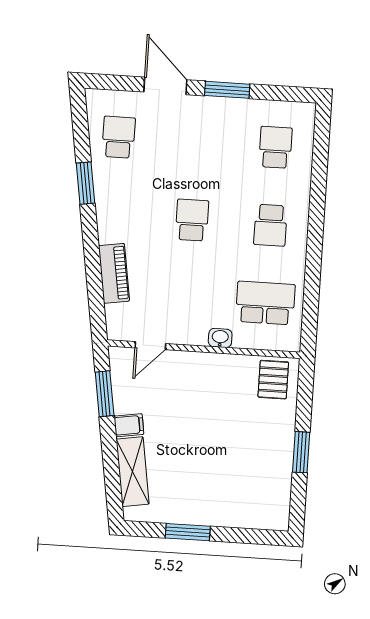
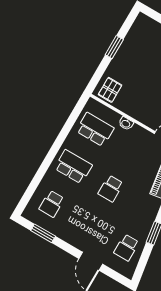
window: (227, 90) -> (43, 233), moved
school desk: (270, 225) -> (73, 167), width x1.85
school desk: (265, 303) -> (95, 130), turned 180

